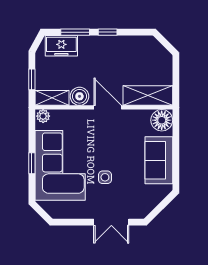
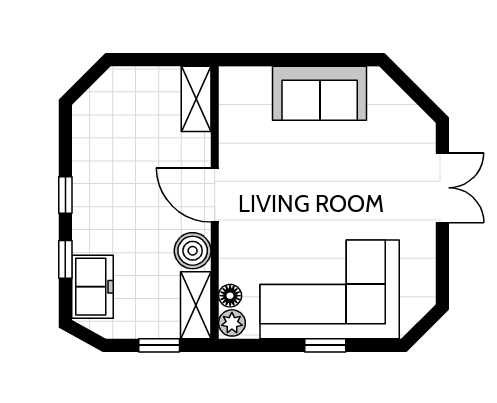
window: (75, 32) -> (65, 259), width x0.67
shelving: (148, 96) -> (196, 99), width x0.67, depth x0.75
door: (108, 107) -> (215, 195), hinge flipped
floor lamp: (162, 120) -> (230, 296), moved, width x0.53, depth x0.53
side table: (105, 177) -> (353, 200), removed

